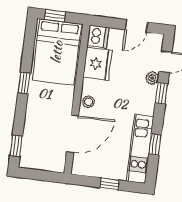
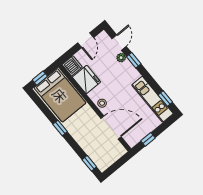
door: (72, 134) -> (111, 128), hinge flipped
window: (155, 144) -> (165, 99), moved
window: (110, 184) -> (148, 139), moved

